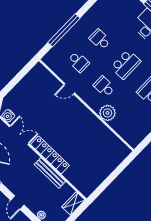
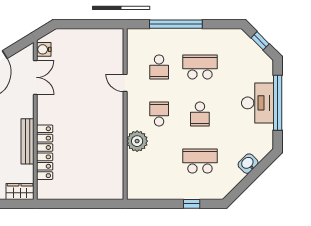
school desk: (100, 39) -> (200, 67), width x1.85
school desk: (126, 64) -> (200, 114), width x0.54
locker: (50, 155) -> (45, 152), moved

